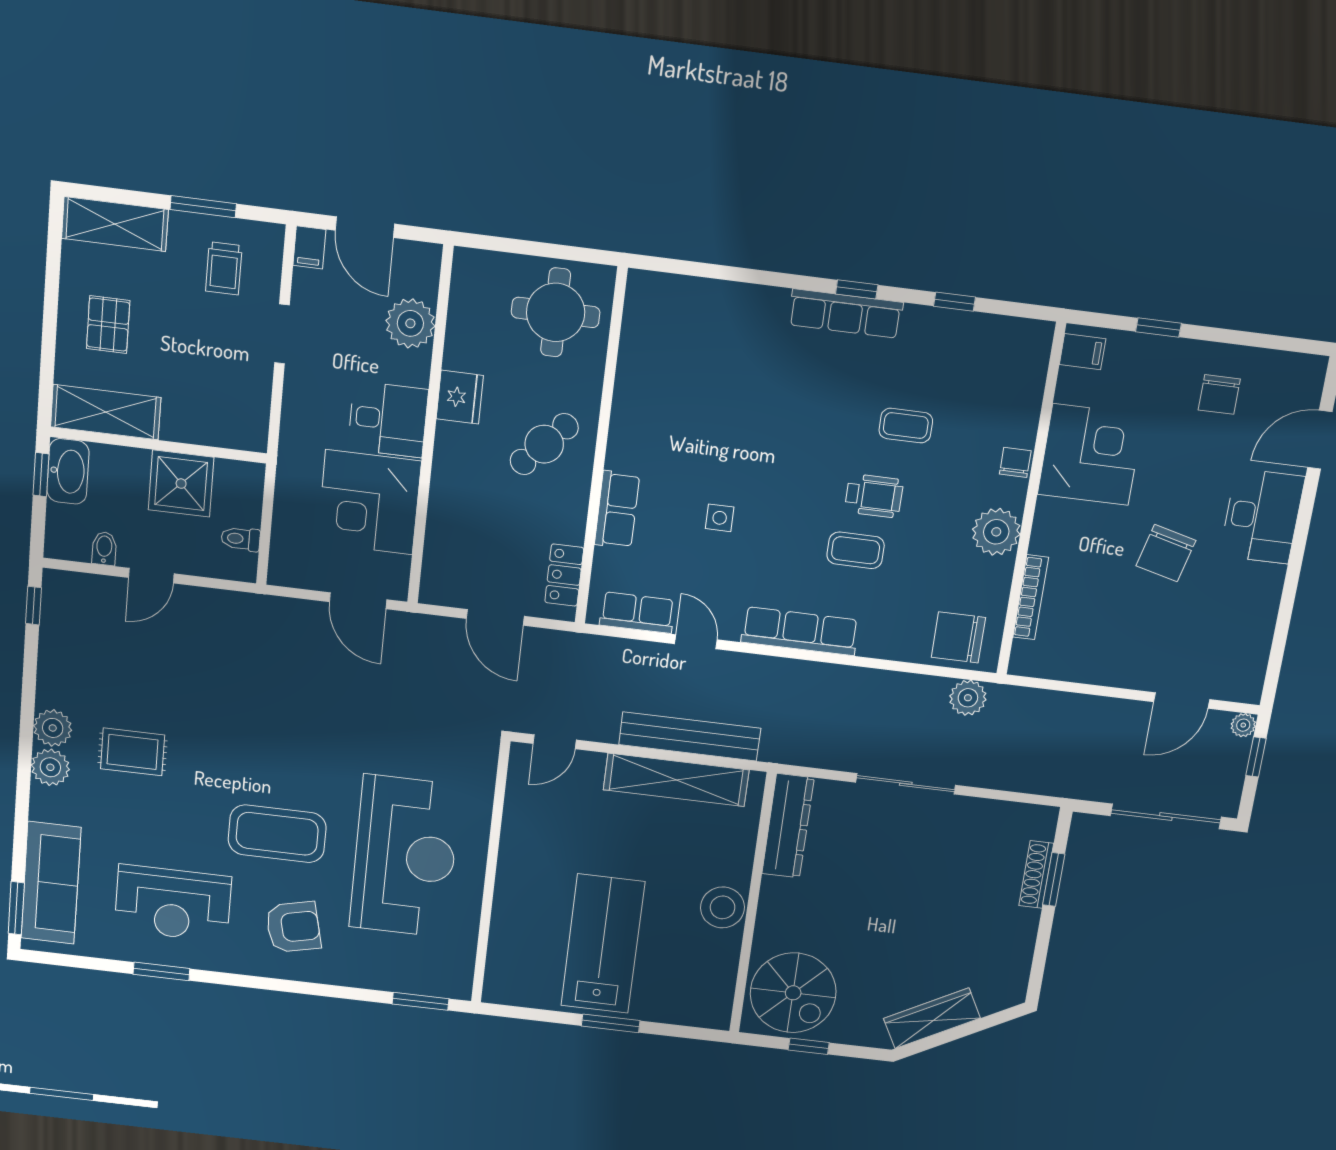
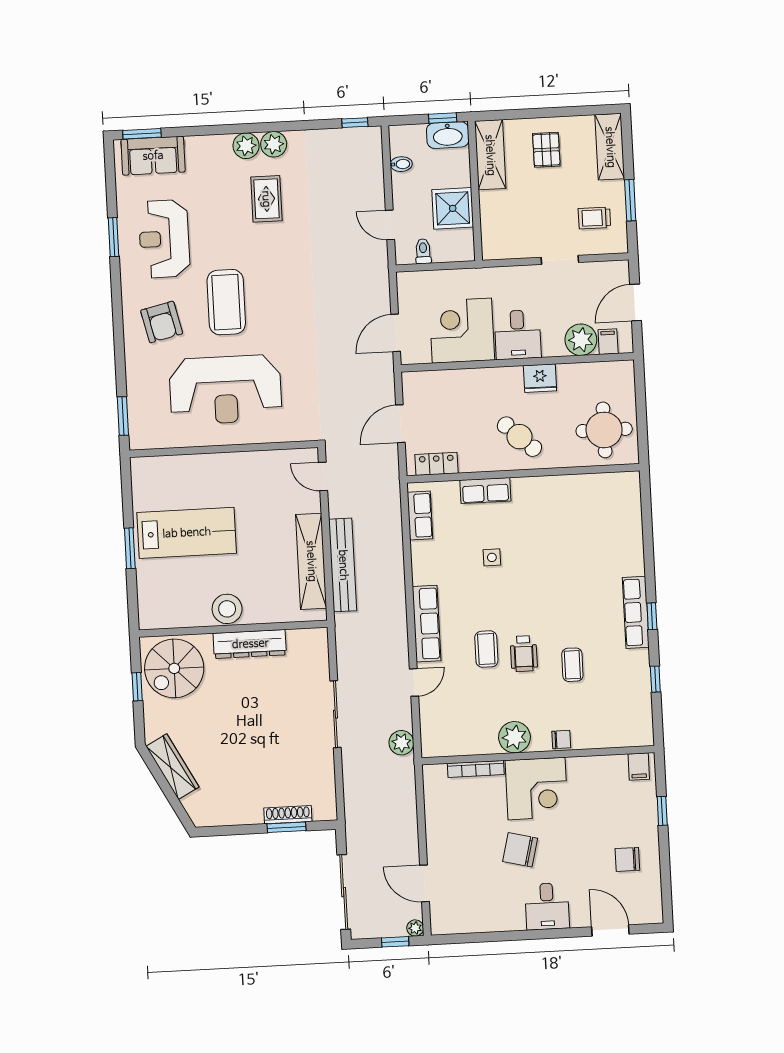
filing cabinet: (309, 247) -> (608, 342), moved, turned 90
pallet: (108, 325) -> (546, 150), turned 90
corner desk: (1091, 455) -> (537, 789), moved
desk: (1262, 516) -> (547, 906), width x0.73
door: (151, 576) -> (390, 225), moved
chair: (958, 637) -> (441, 728), removed
door: (696, 642) -> (414, 682), moved
dresser: (788, 826) -> (250, 644), moved
sofa: (51, 883) -> (153, 156), width x0.73

